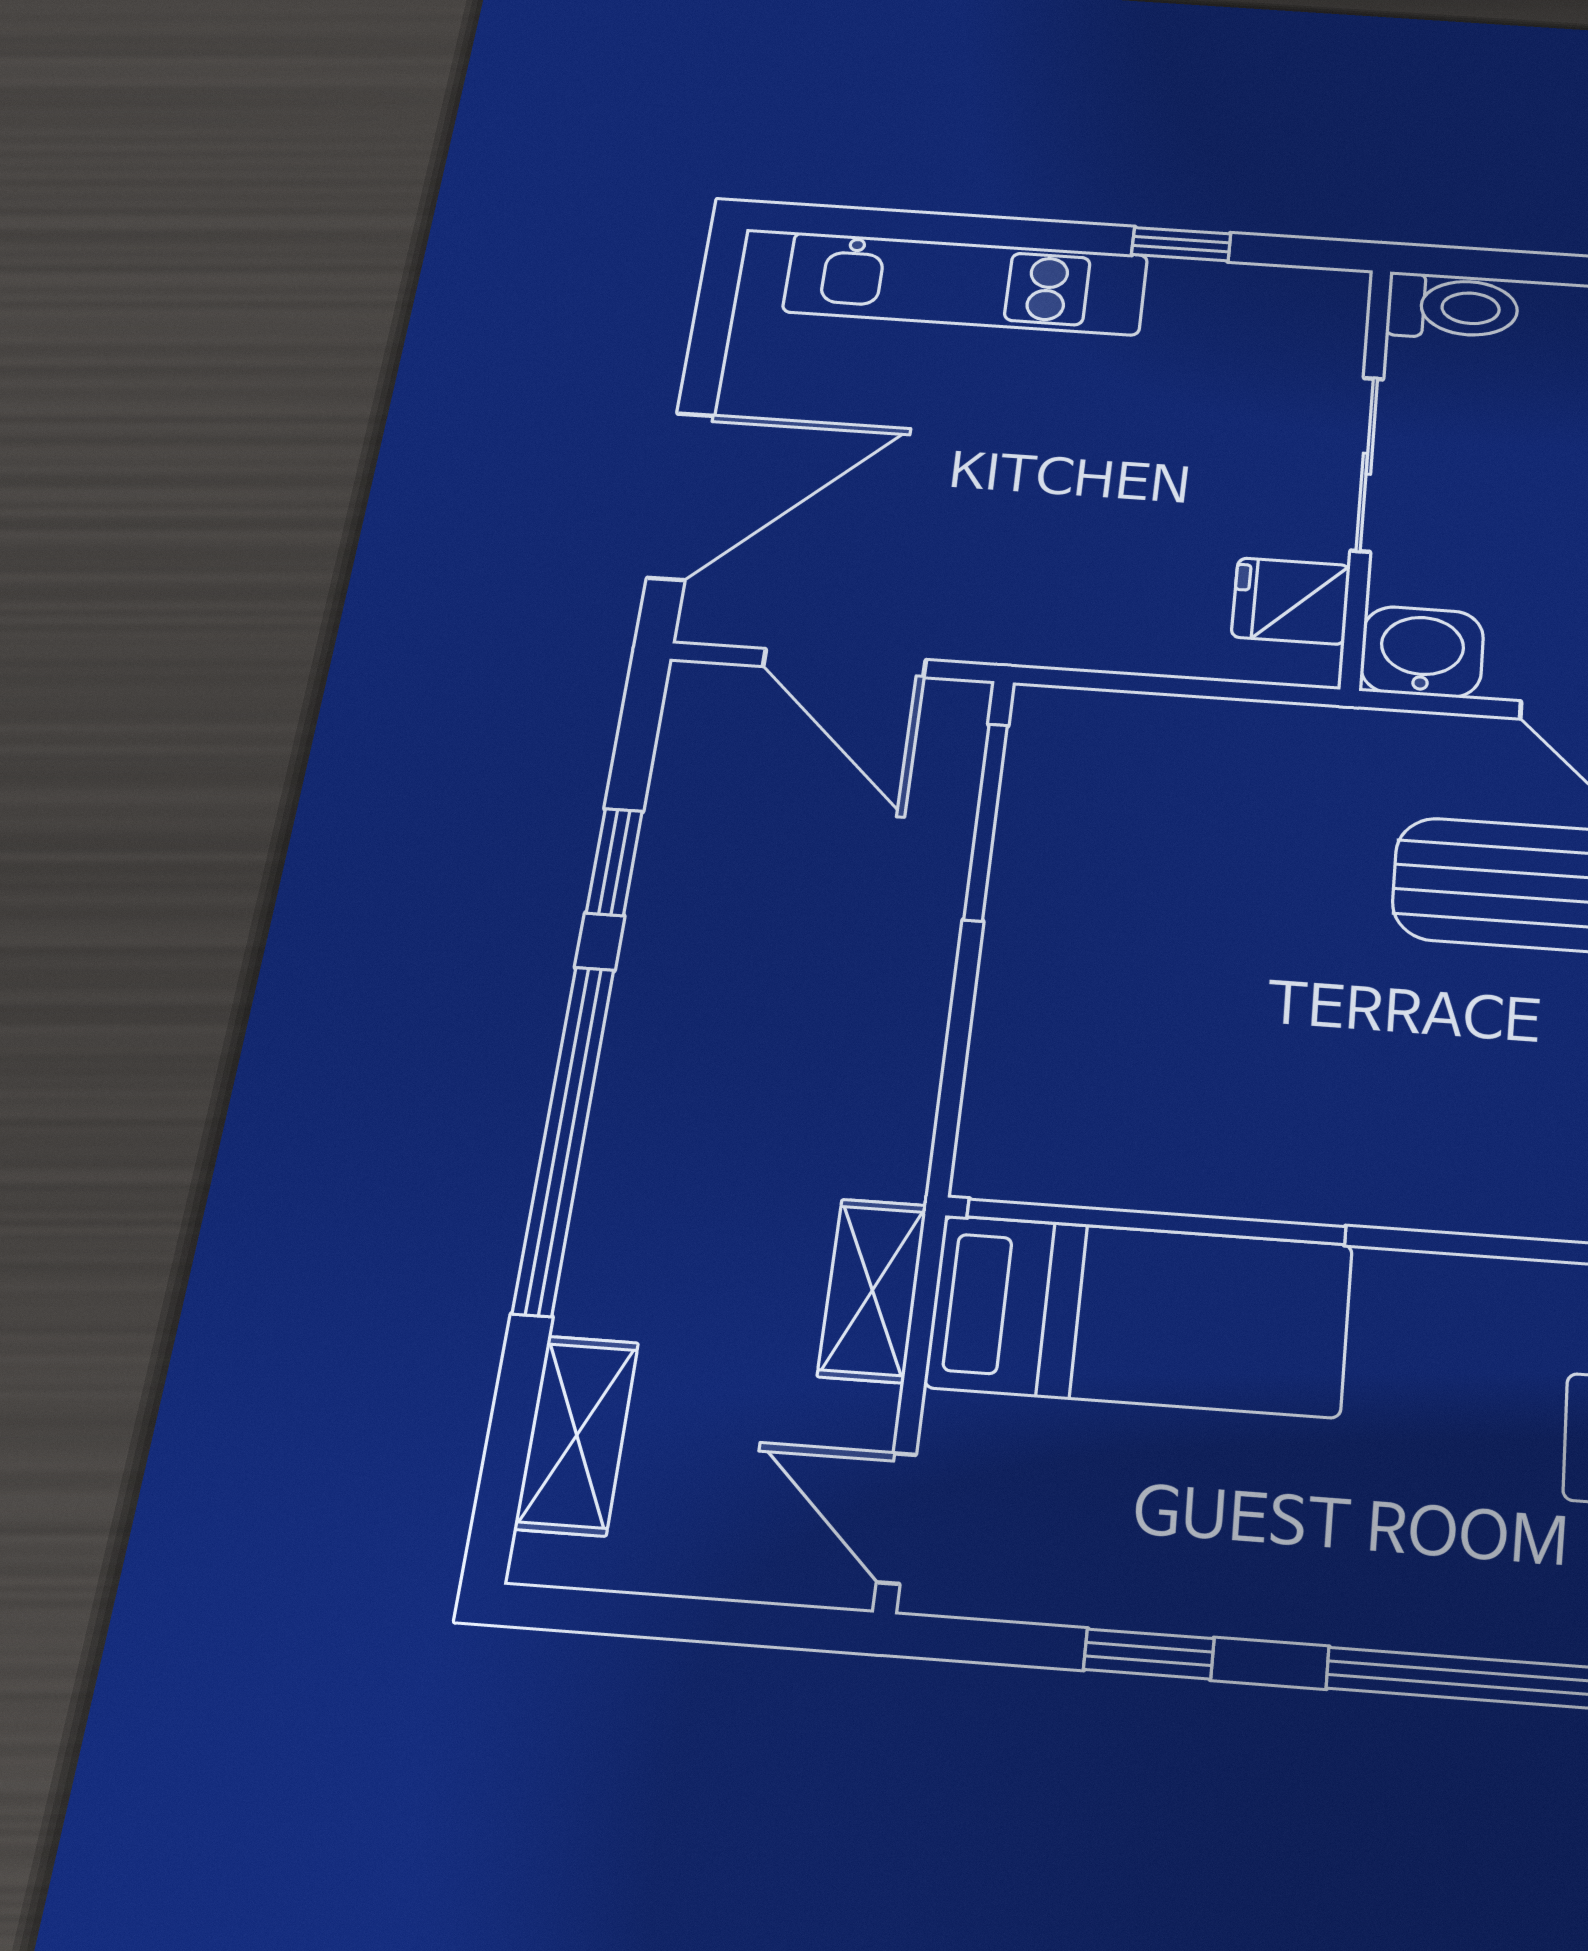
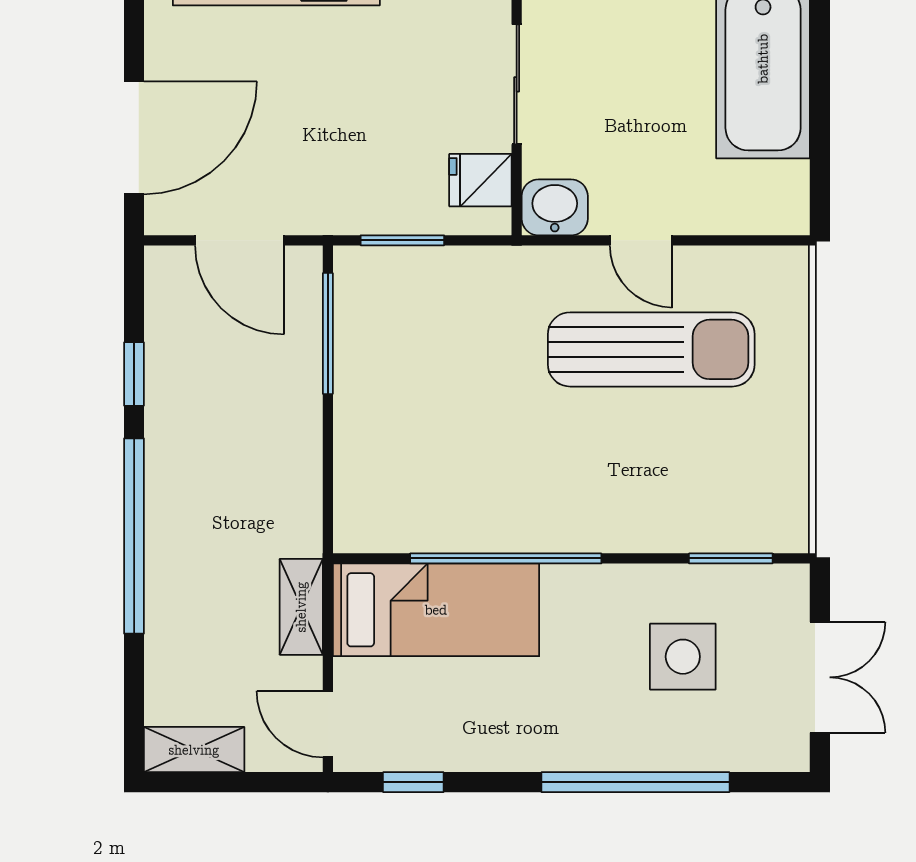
window: (1140, 684) -> (402, 240), added
window: (1156, 1222) -> (506, 558), moved
shelving: (577, 1435) -> (194, 750), moved, turned 90
window: (1149, 1654) -> (413, 782), moved

